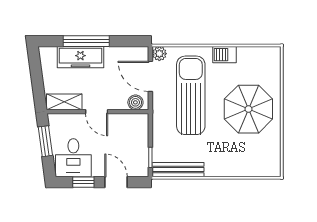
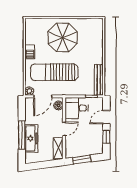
desk: (73, 158) -> (77, 108), moved, turned 180

